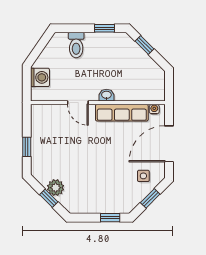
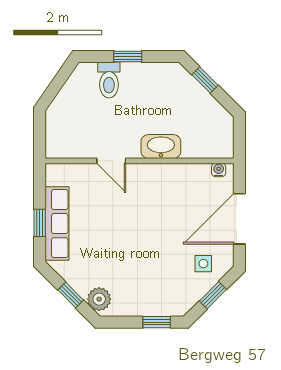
window: (104, 28) -> (128, 56), moved
washing machine: (40, 77) -> (58, 125), removed
washbasin: (106, 95) -> (161, 147), width x1.91, depth x1.45
row of seats: (122, 113) -> (57, 224), moved, turned -90
plant: (56, 188) -> (99, 299), moved

